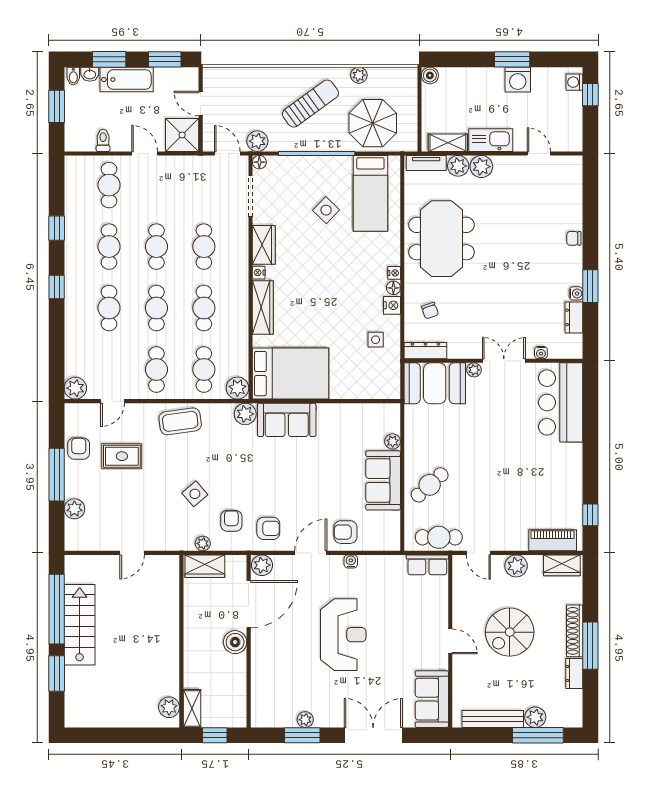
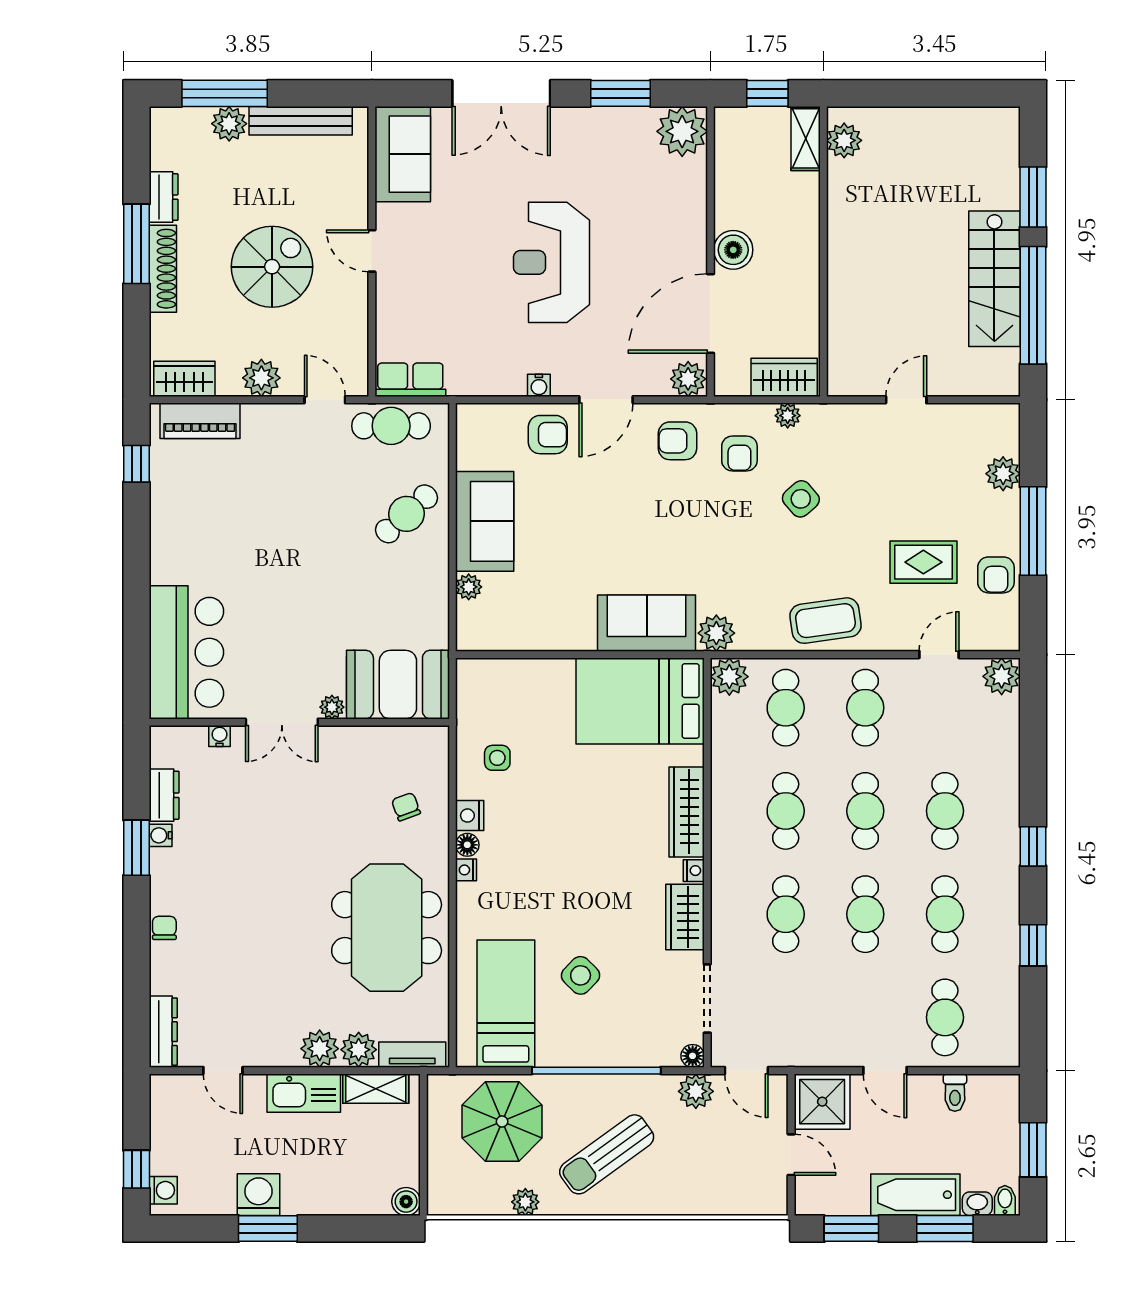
chair: (574, 238) -> (164, 928), turned -90
dresser: (425, 351) -> (163, 1032), moved, turned -90
plant: (305, 720) -> (682, 131), moved, width x1.88, depth x1.88

